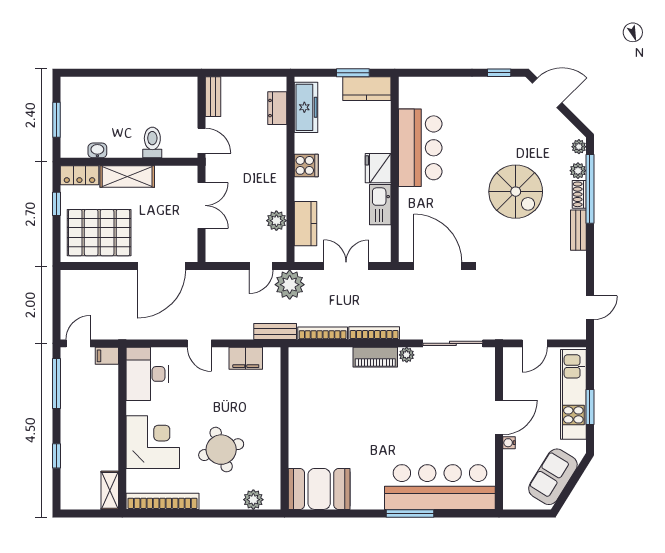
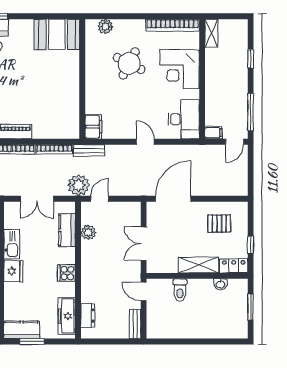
pallet: (99, 233) -> (219, 224), width x0.49, depth x0.50
filing cabinet: (246, 358) -> (93, 127), moved, turned 90
round table: (221, 450) -> (129, 63), turned 45

